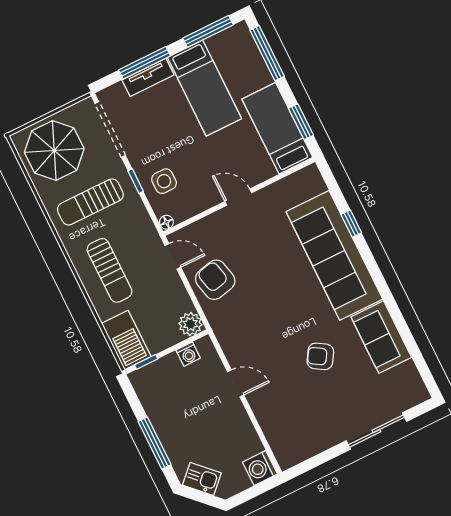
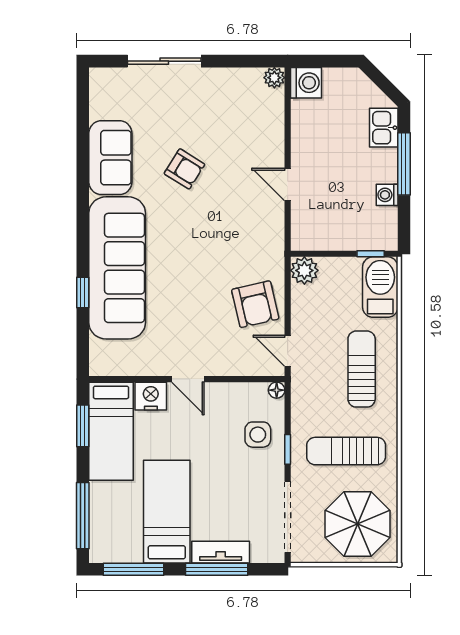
nightstand: (260, 170) -> (151, 396), added
sun lounger: (90, 202) -> (346, 451), turned 180
washing machine: (188, 354) -> (387, 195), moved, turned -90
plant: (286, 460) -> (274, 78), added
kitchen sink: (202, 479) -> (384, 128), moved, turned 45

